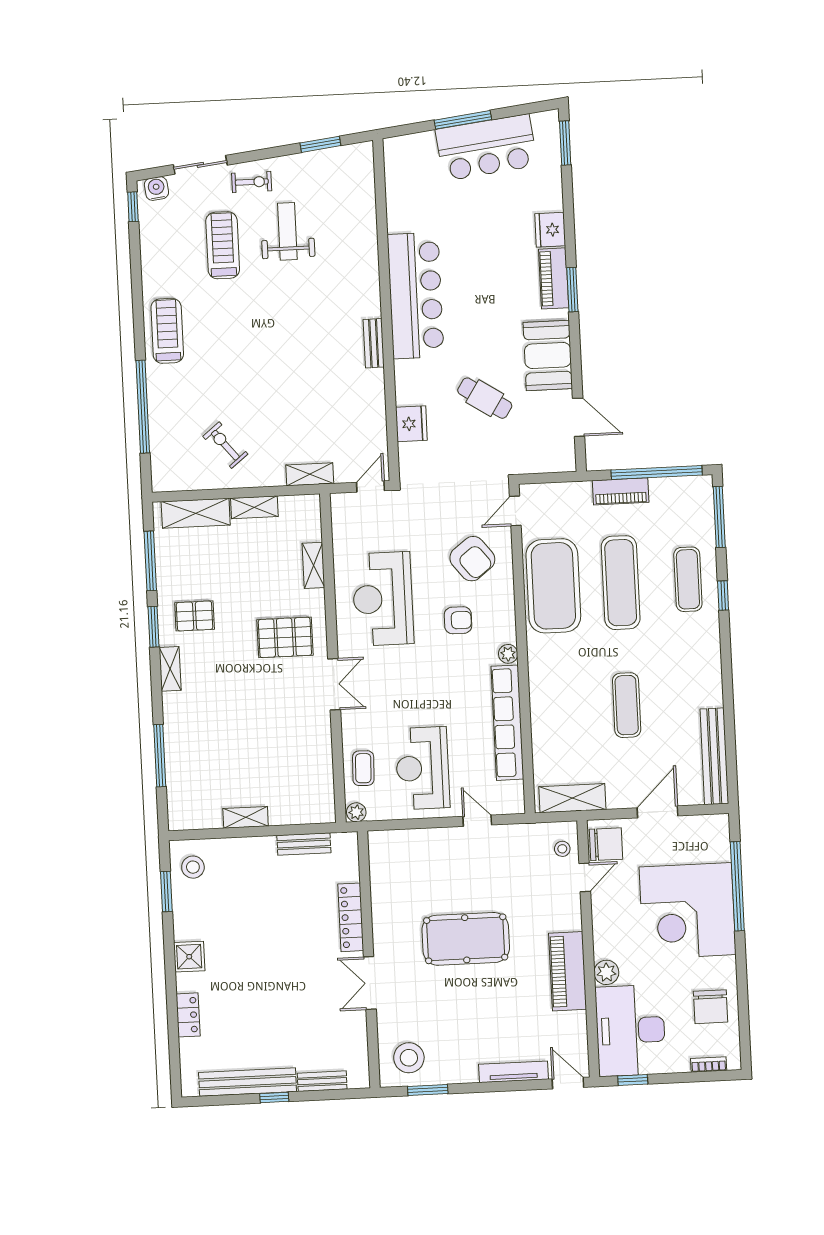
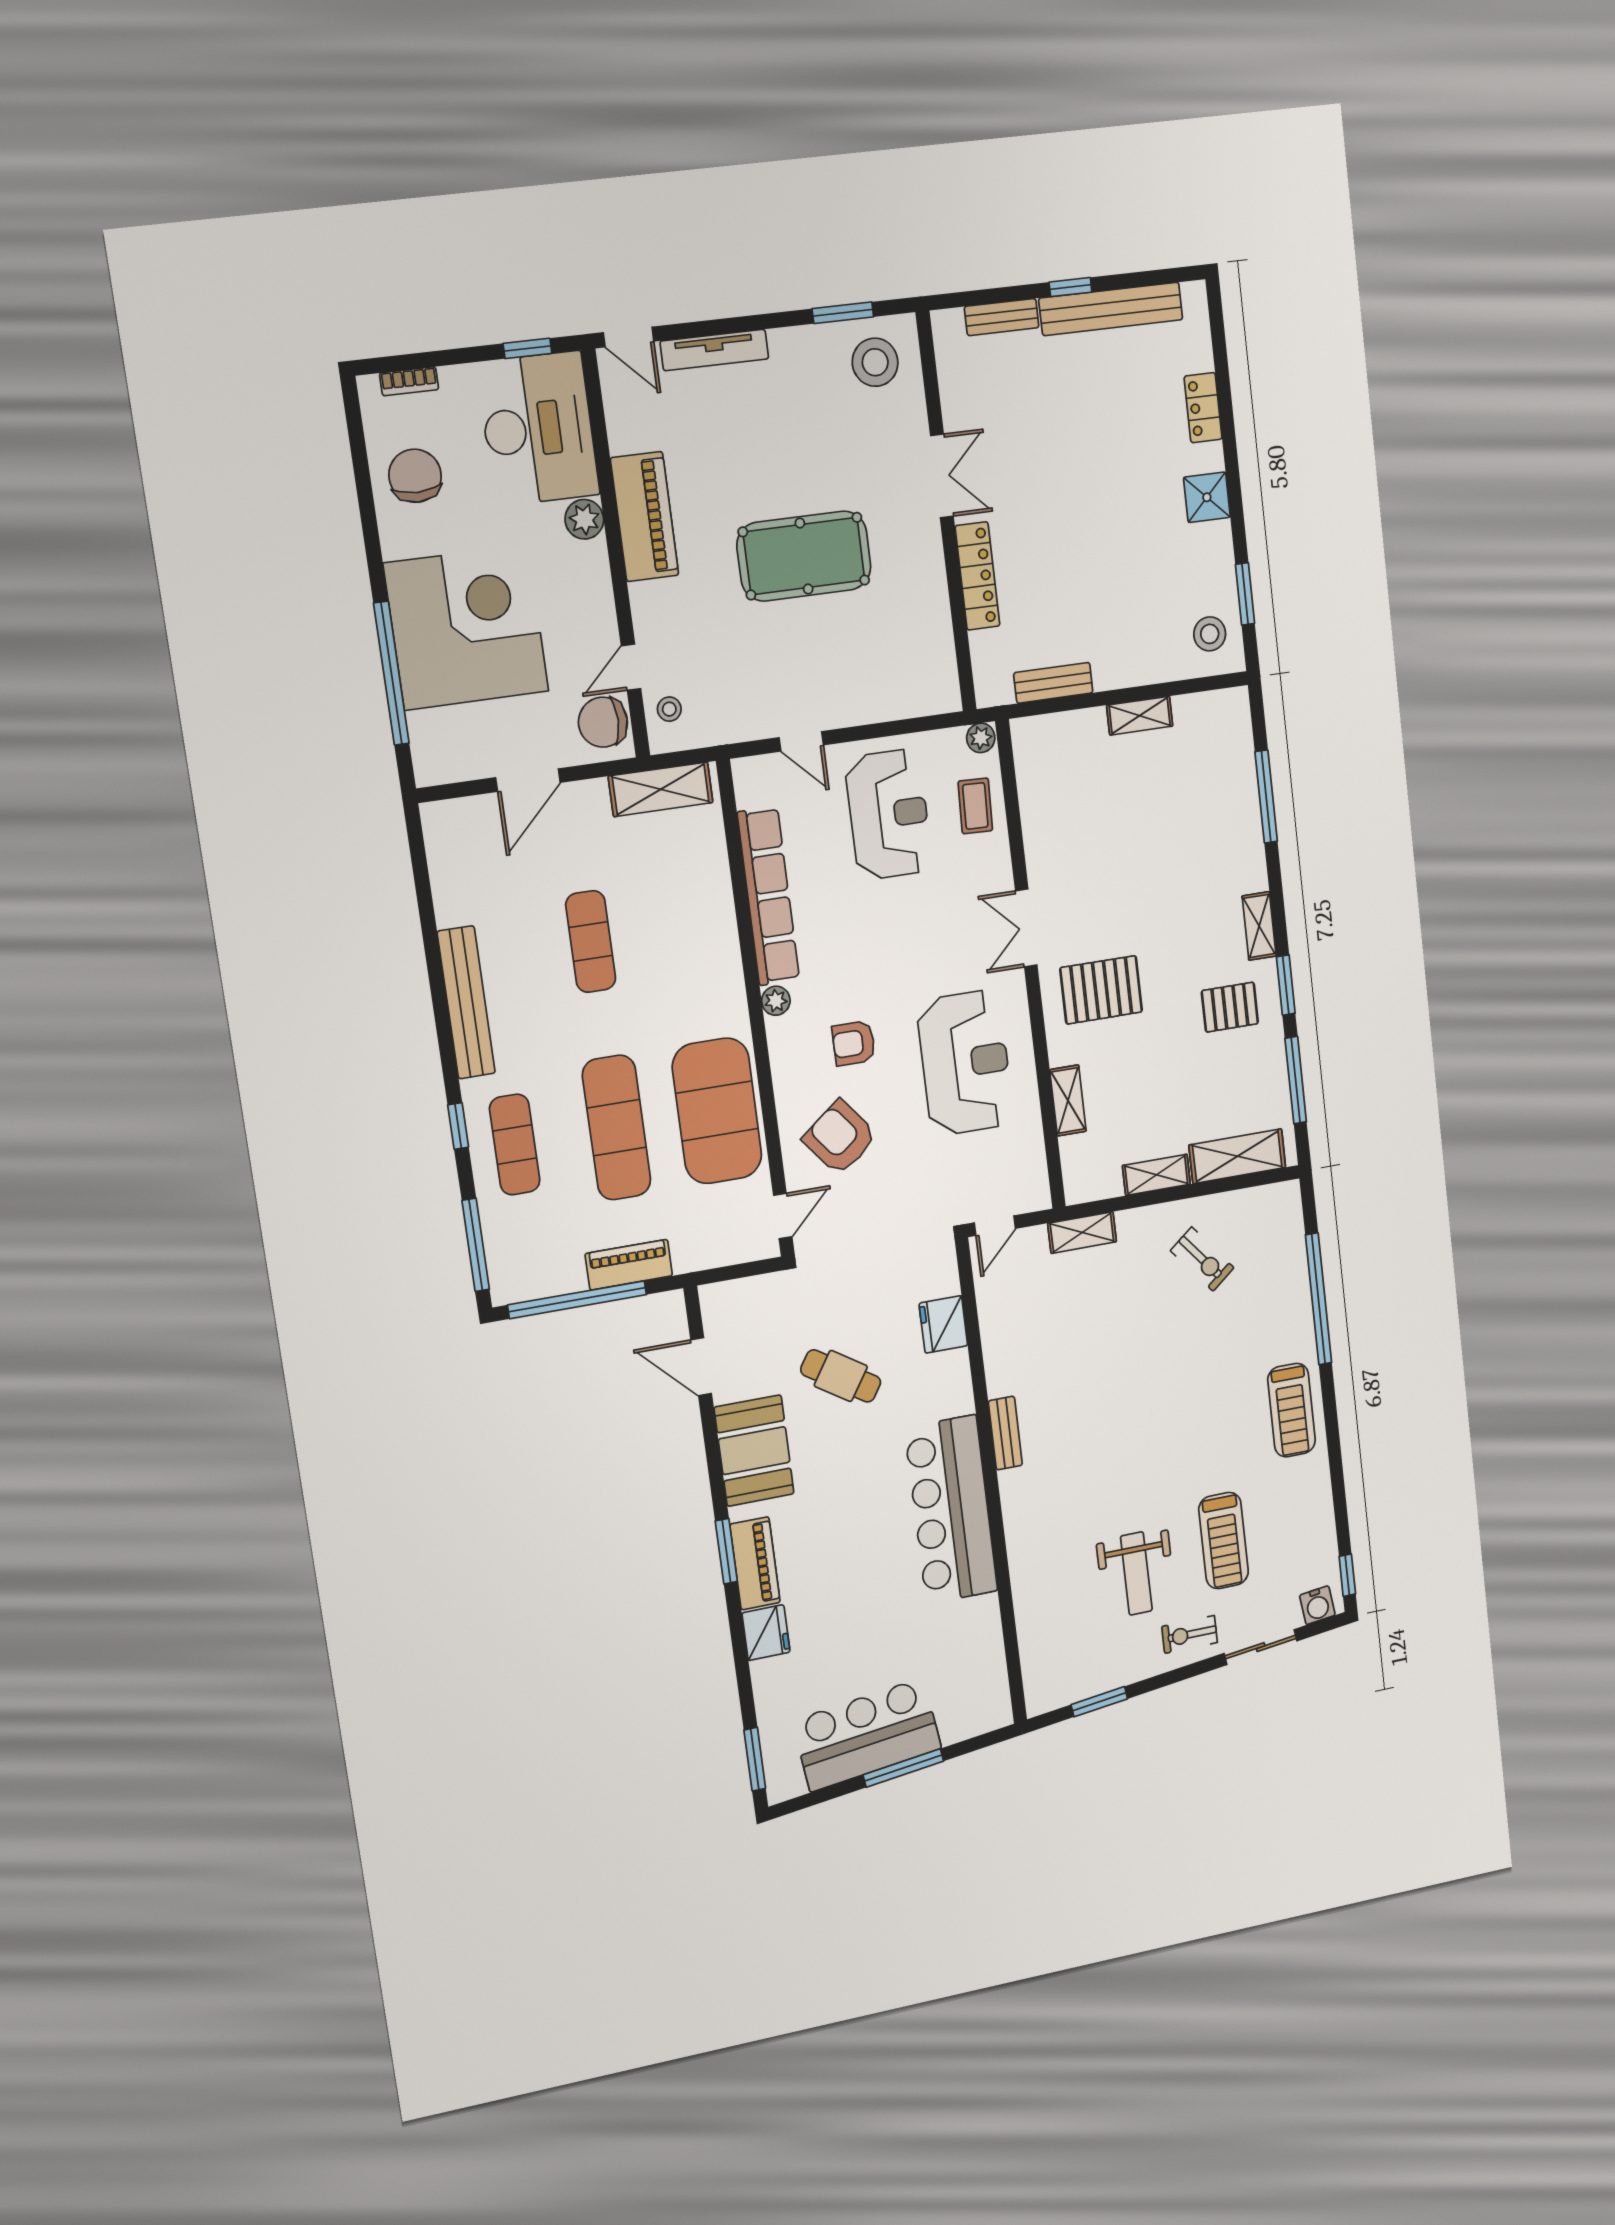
bench: (714, 756) -> (466, 1002), moved

